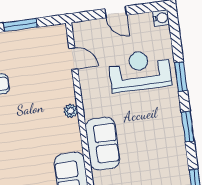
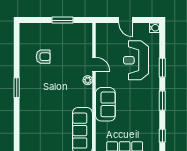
door: (73, 59) -> (94, 64), moved
reception desk: (140, 71) -> (136, 60), turned -90

